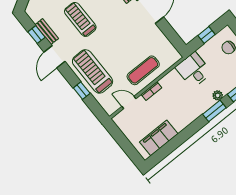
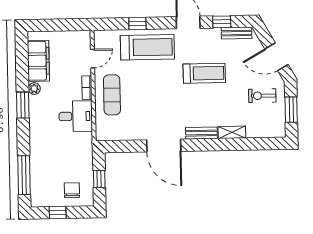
bench: (47, 32) -> (237, 33), moved
desk: (194, 70) -> (76, 116), moved
plant: (218, 95) -> (34, 89), moved
window: (214, 111) -> (23, 105), moved

